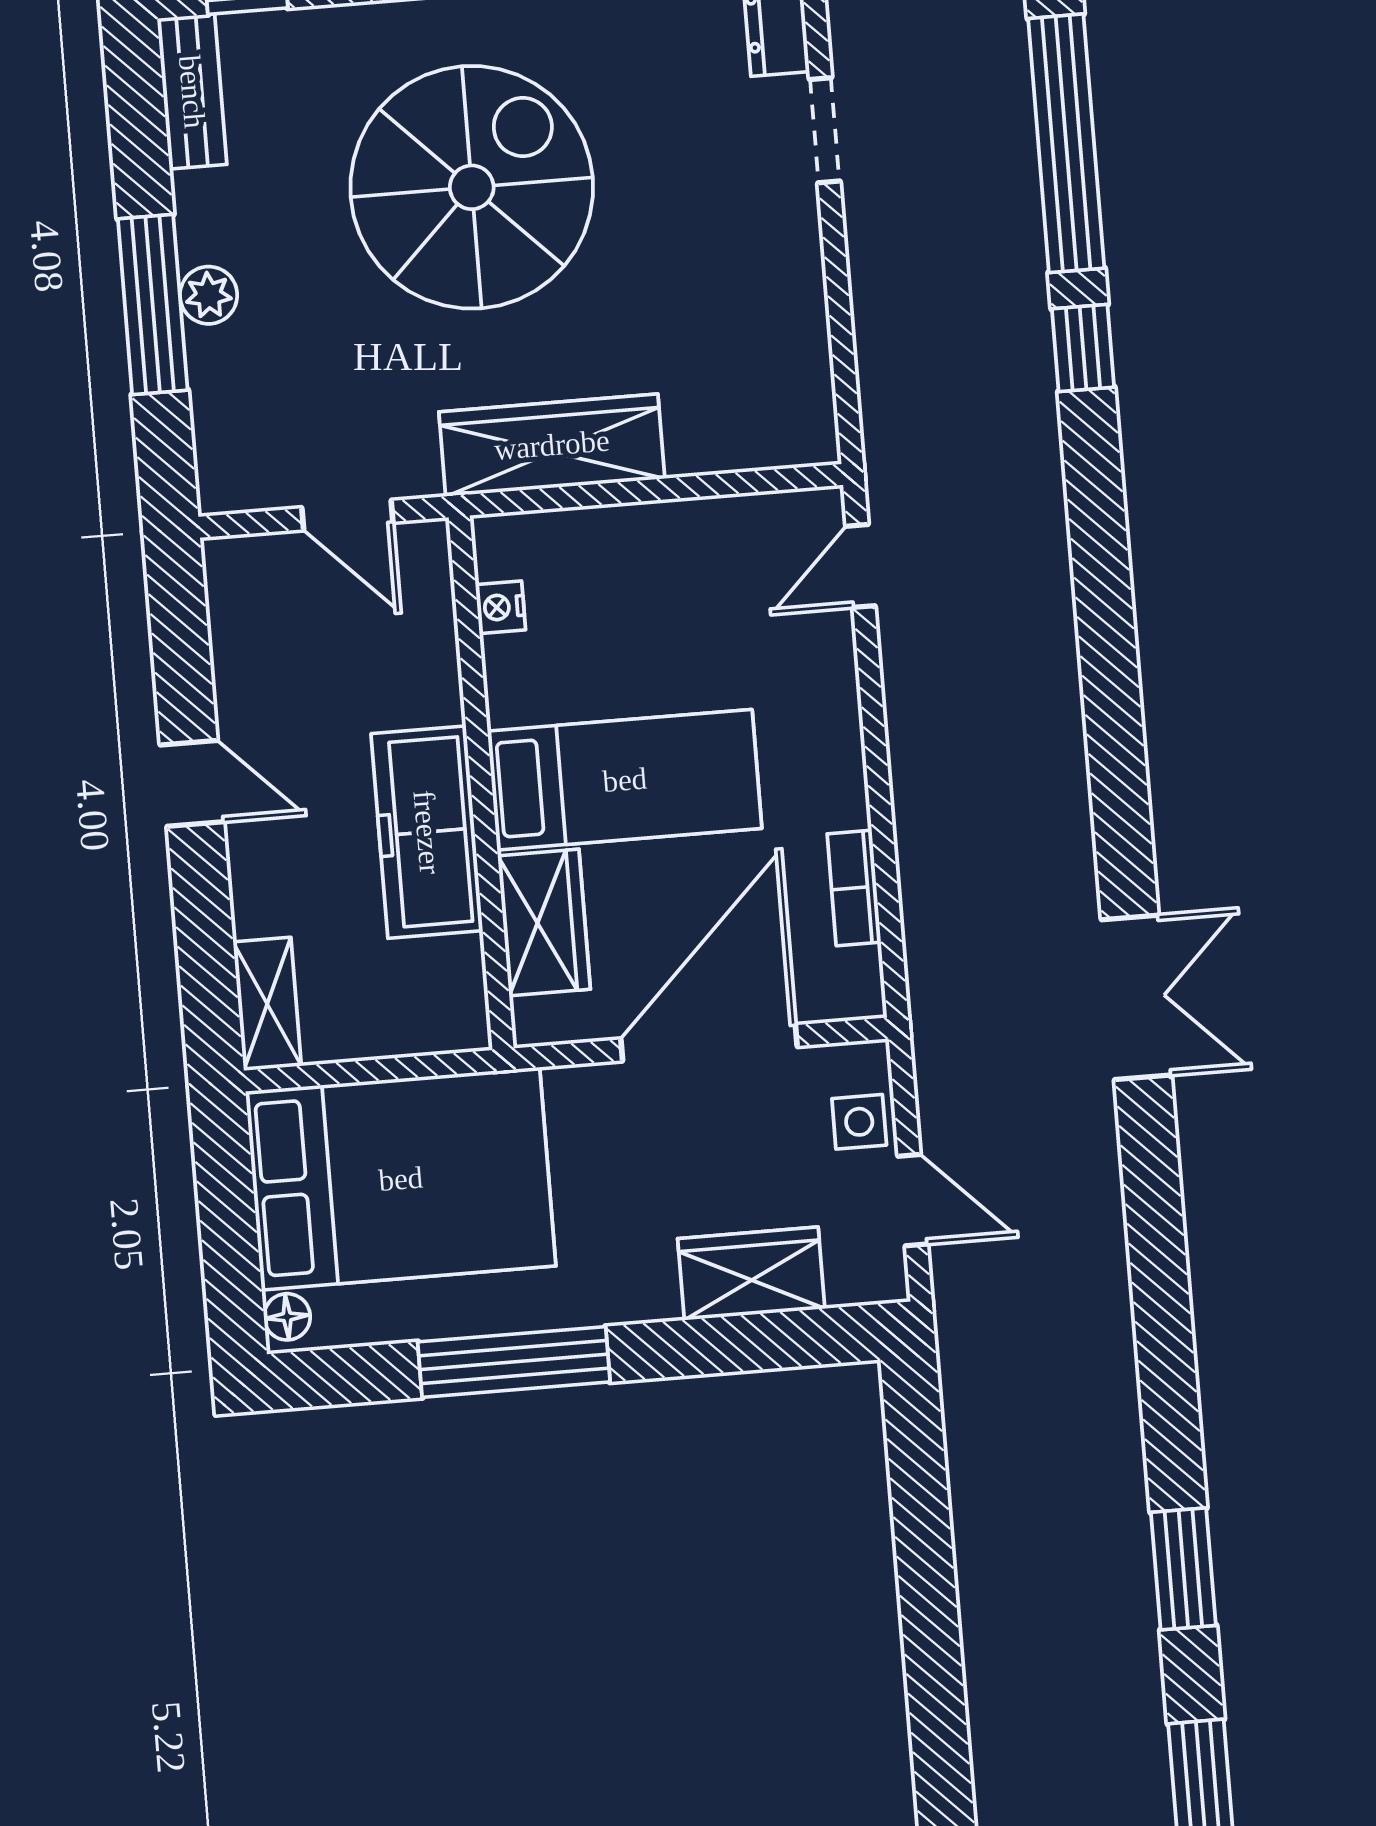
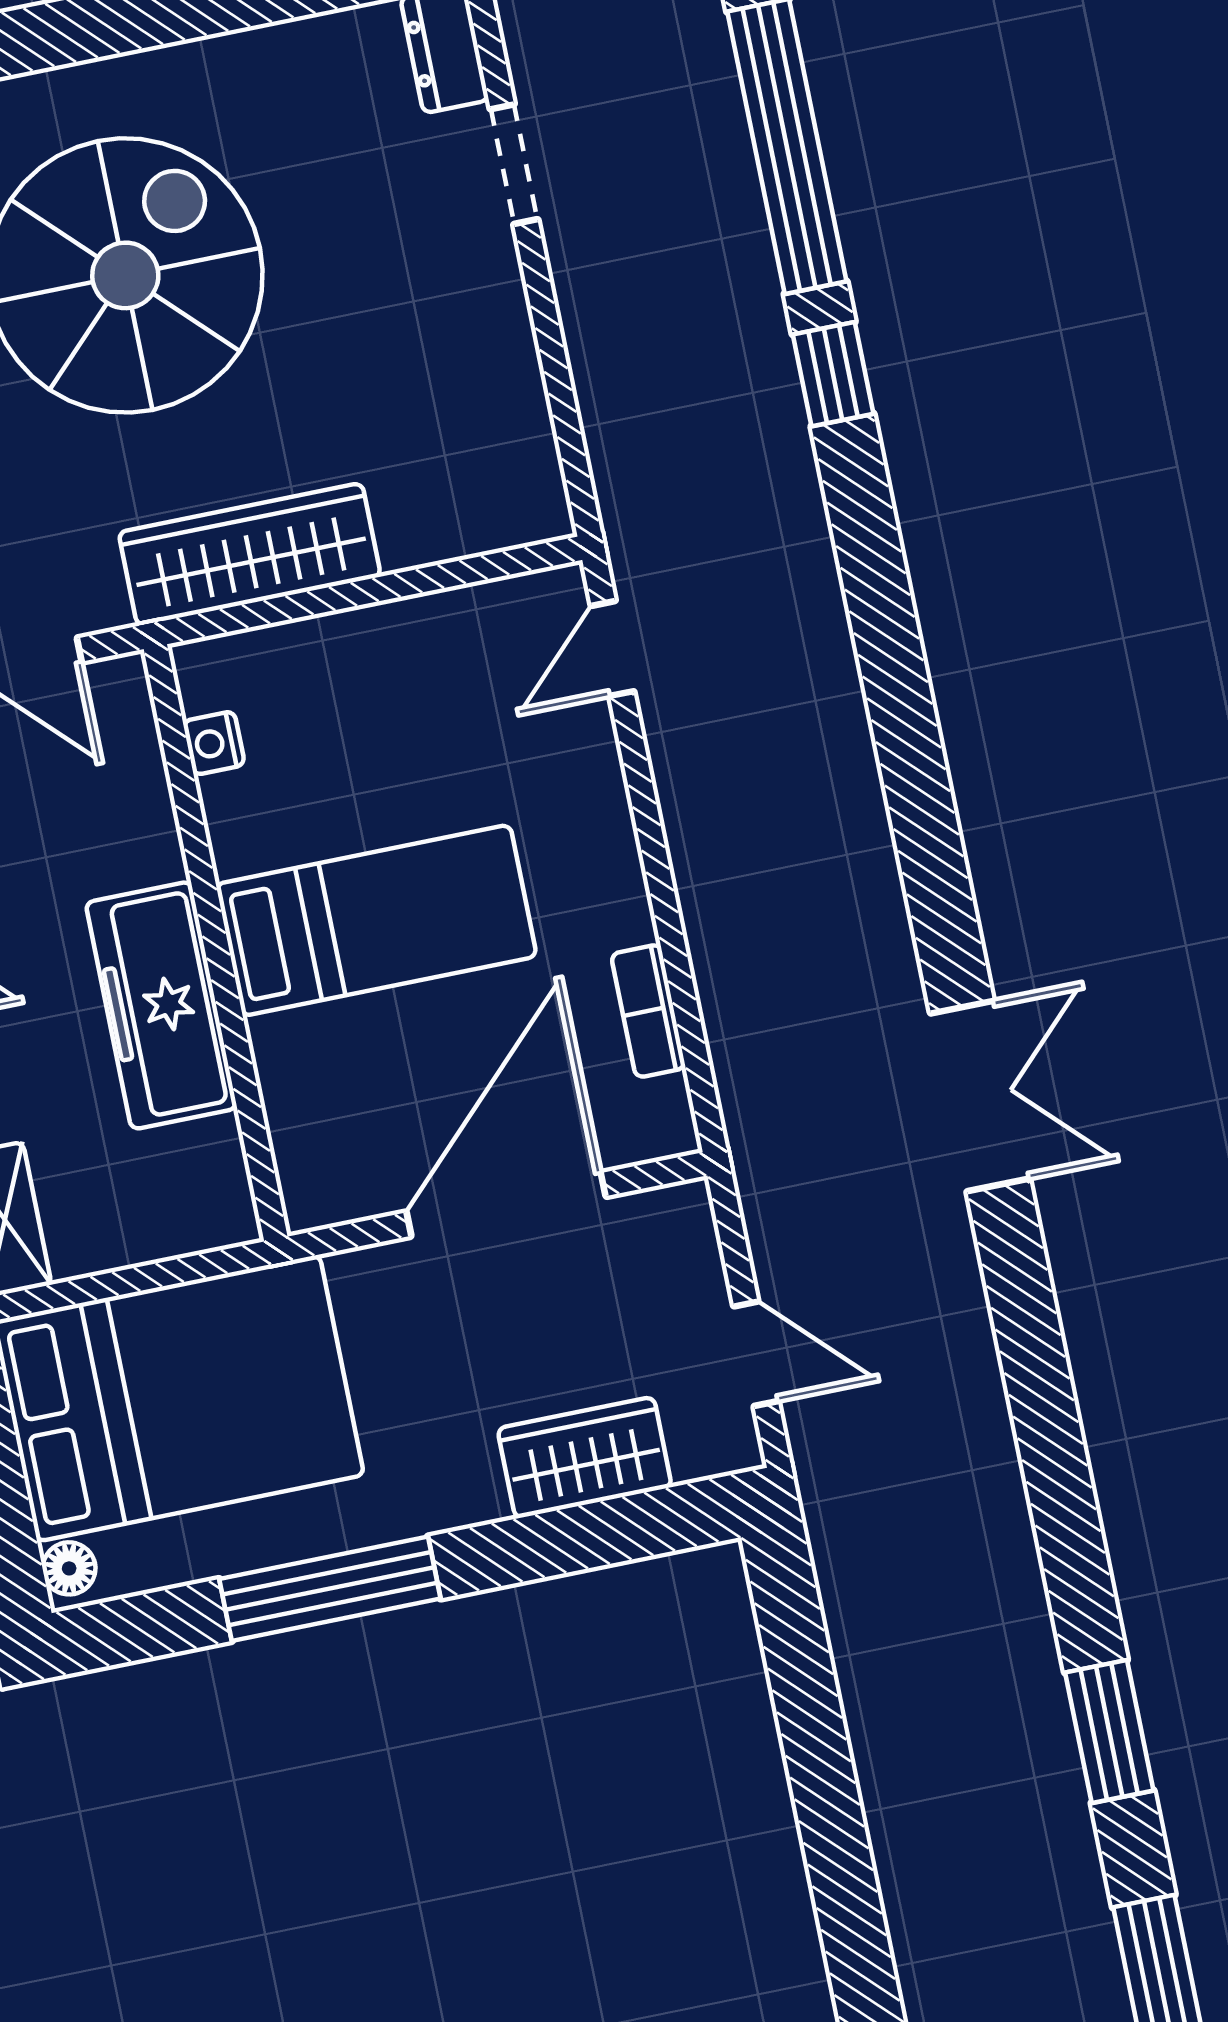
wardrobe: (544, 923) -> (305, 1091), removed
side table: (859, 1122) -> (685, 1273), removed

